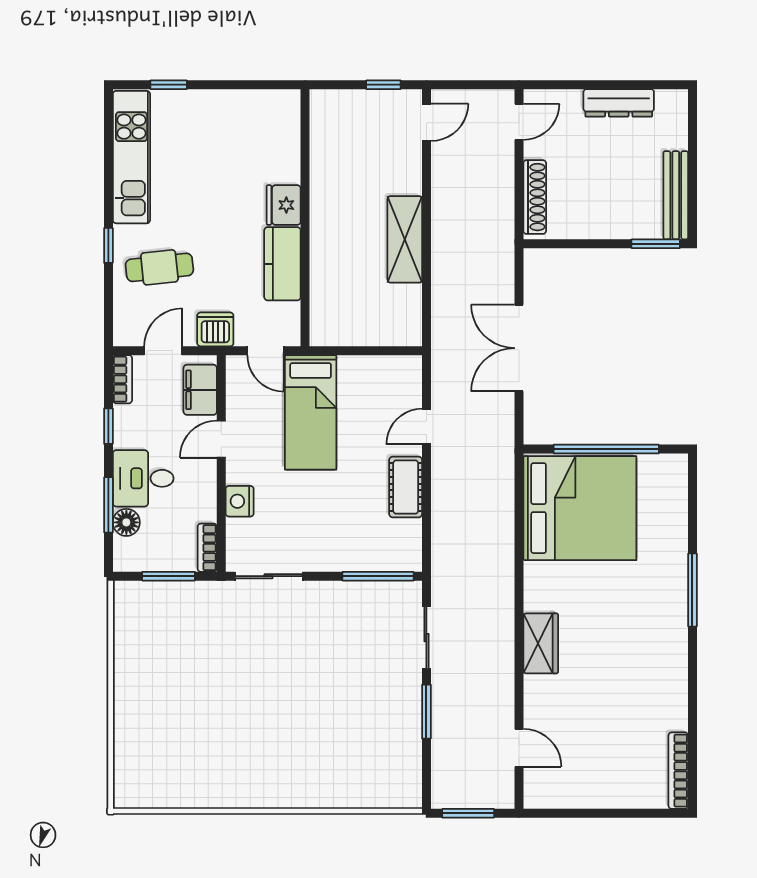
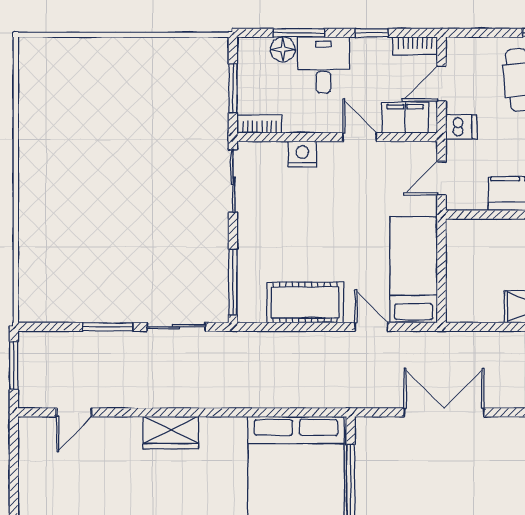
dishwasher: (215, 329) -> (461, 127), width x0.73
door: (163, 351) -> (442, 83), swing flipped
bed: (311, 412) -> (414, 270), moved, turned 90
cot: (406, 487) -> (305, 302), width x1.37, depth x1.34

